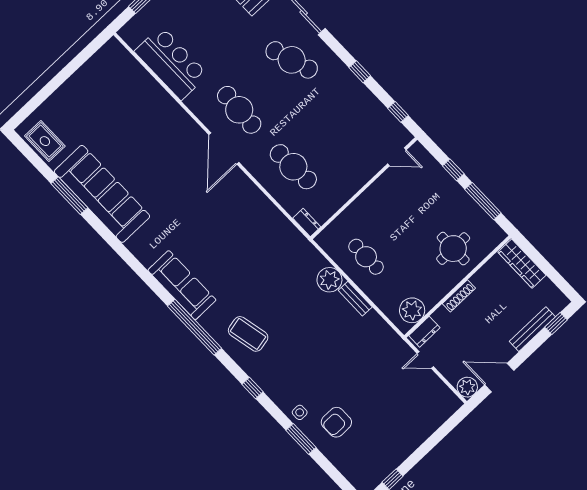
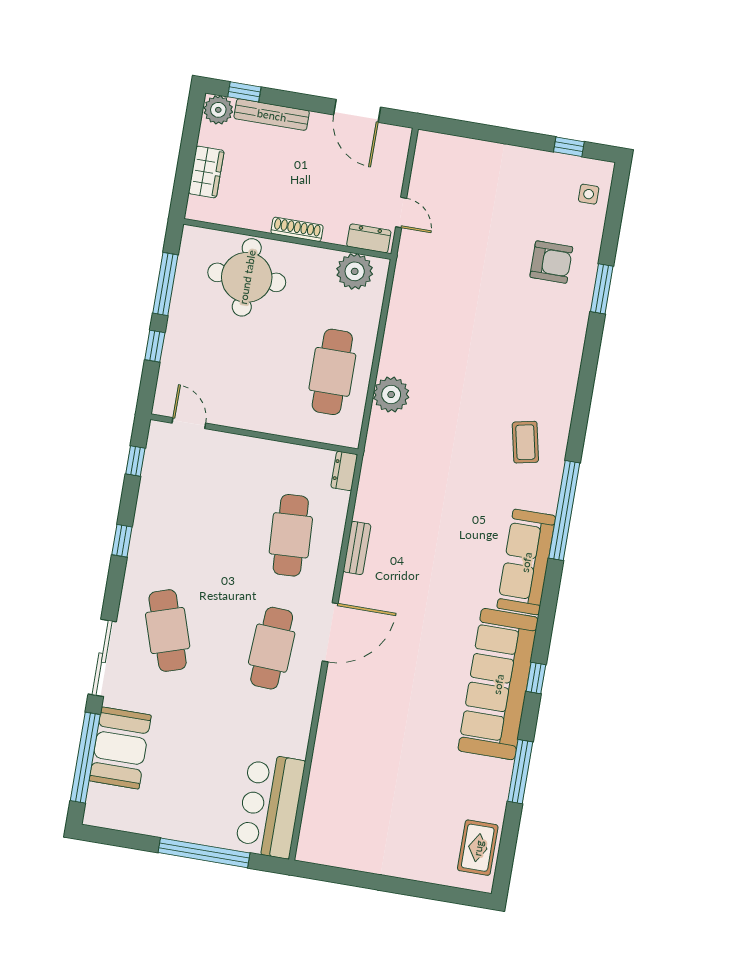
bar counter: (171, 63) -> (270, 806), moved
sofa: (102, 194) -> (498, 684), moved
round table: (453, 249) -> (247, 277), width x1.36, depth x1.36
cafe table: (366, 257) -> (332, 372), width x1.37, depth x1.35
wardrobe: (522, 264) -> (206, 172), width x0.67
bench: (355, 299) -> (357, 548), moved
coffee table: (248, 334) -> (525, 442), width x0.73, depth x0.77
plant: (467, 387) -> (218, 110), moved
window: (252, 388) -> (536, 678), moved
side table: (300, 412) -> (589, 194), moved

